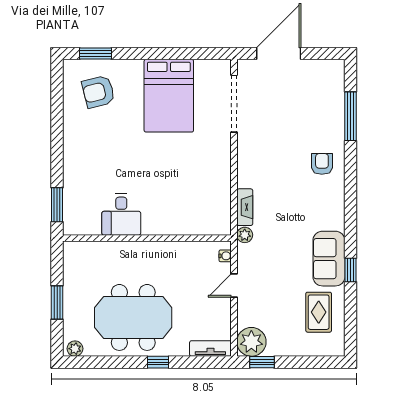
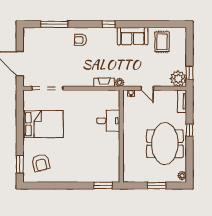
desk: (121, 214) -> (108, 121), moved
window: (350, 270) -> (109, 24), moved
rug: (319, 312) -> (162, 42), turned 90

